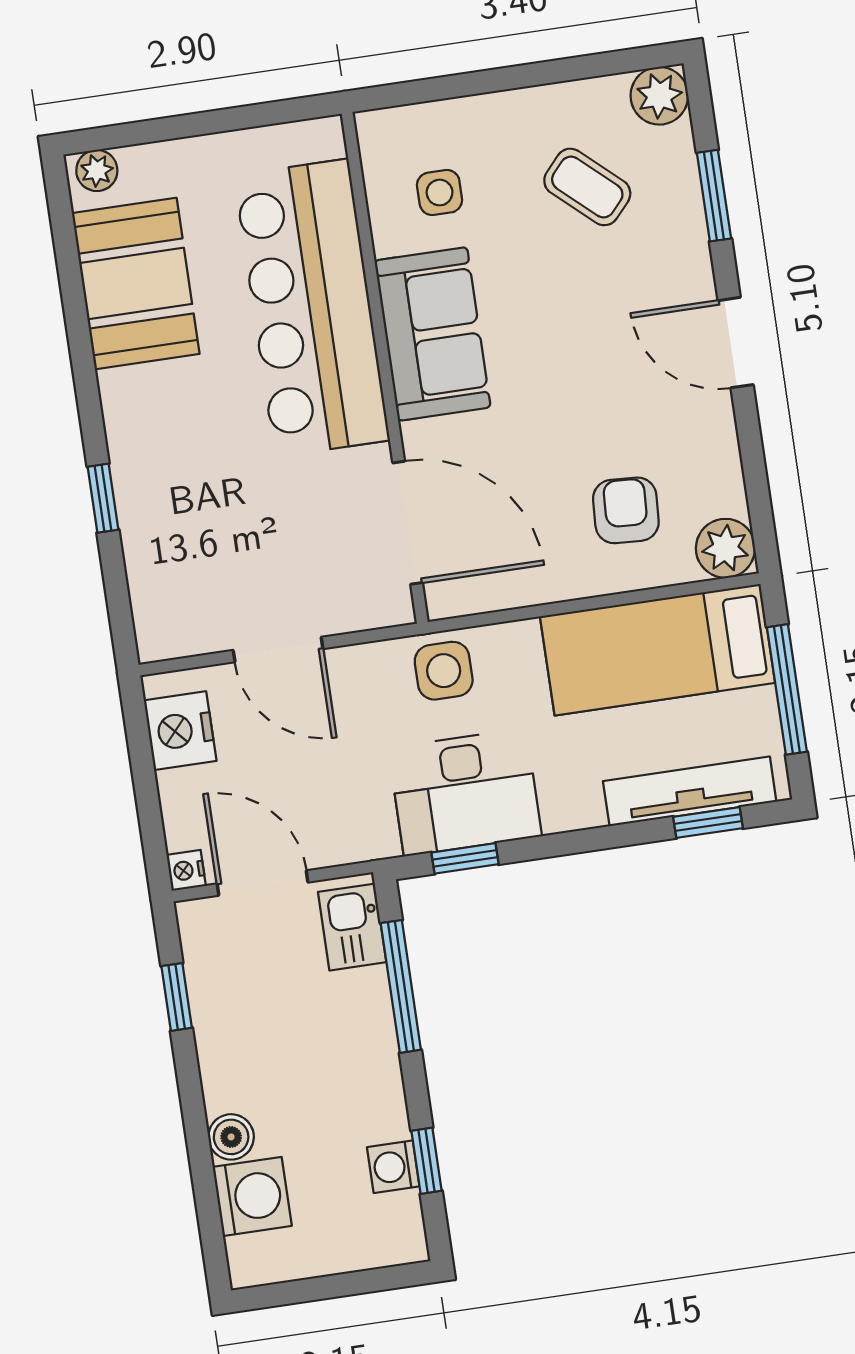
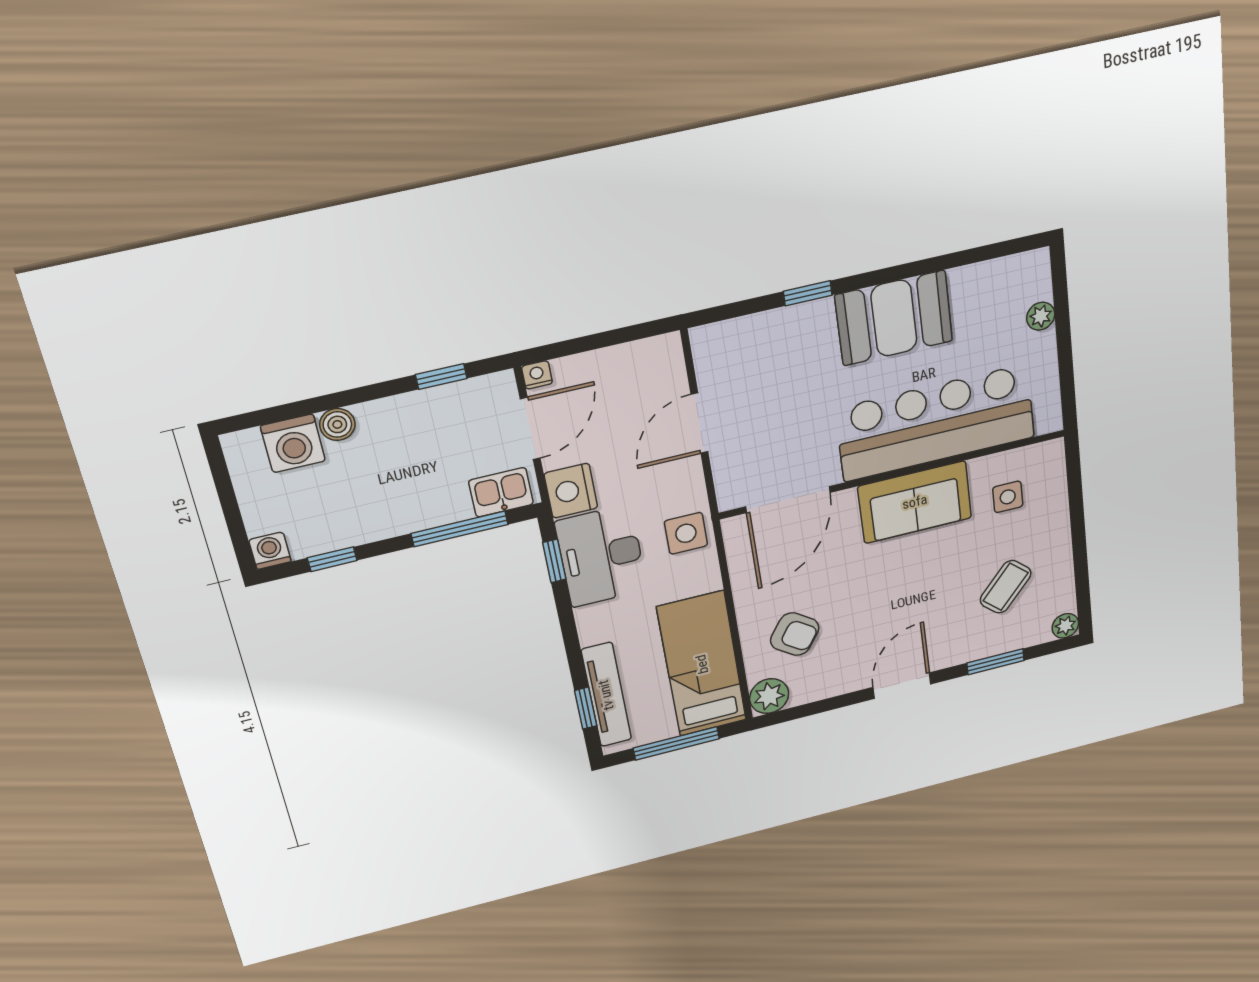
plant: (659, 96) -> (1065, 626), width x0.73, depth x0.73
plant: (97, 171) -> (1041, 316), moved
booth: (136, 284) -> (894, 318), moved
armchair: (626, 510) -> (795, 634), turned 32
nightstand: (180, 731) -> (571, 491), moved, turned -90
washing machine: (393, 1167) -> (270, 551), moved

